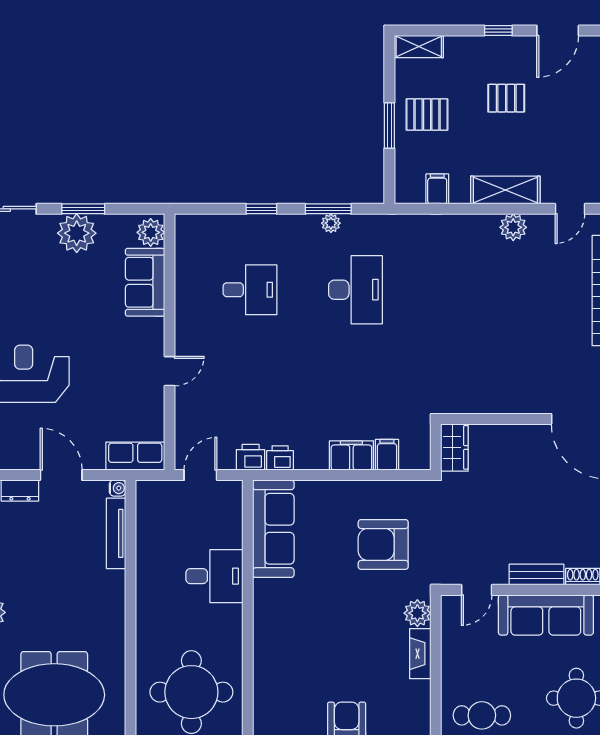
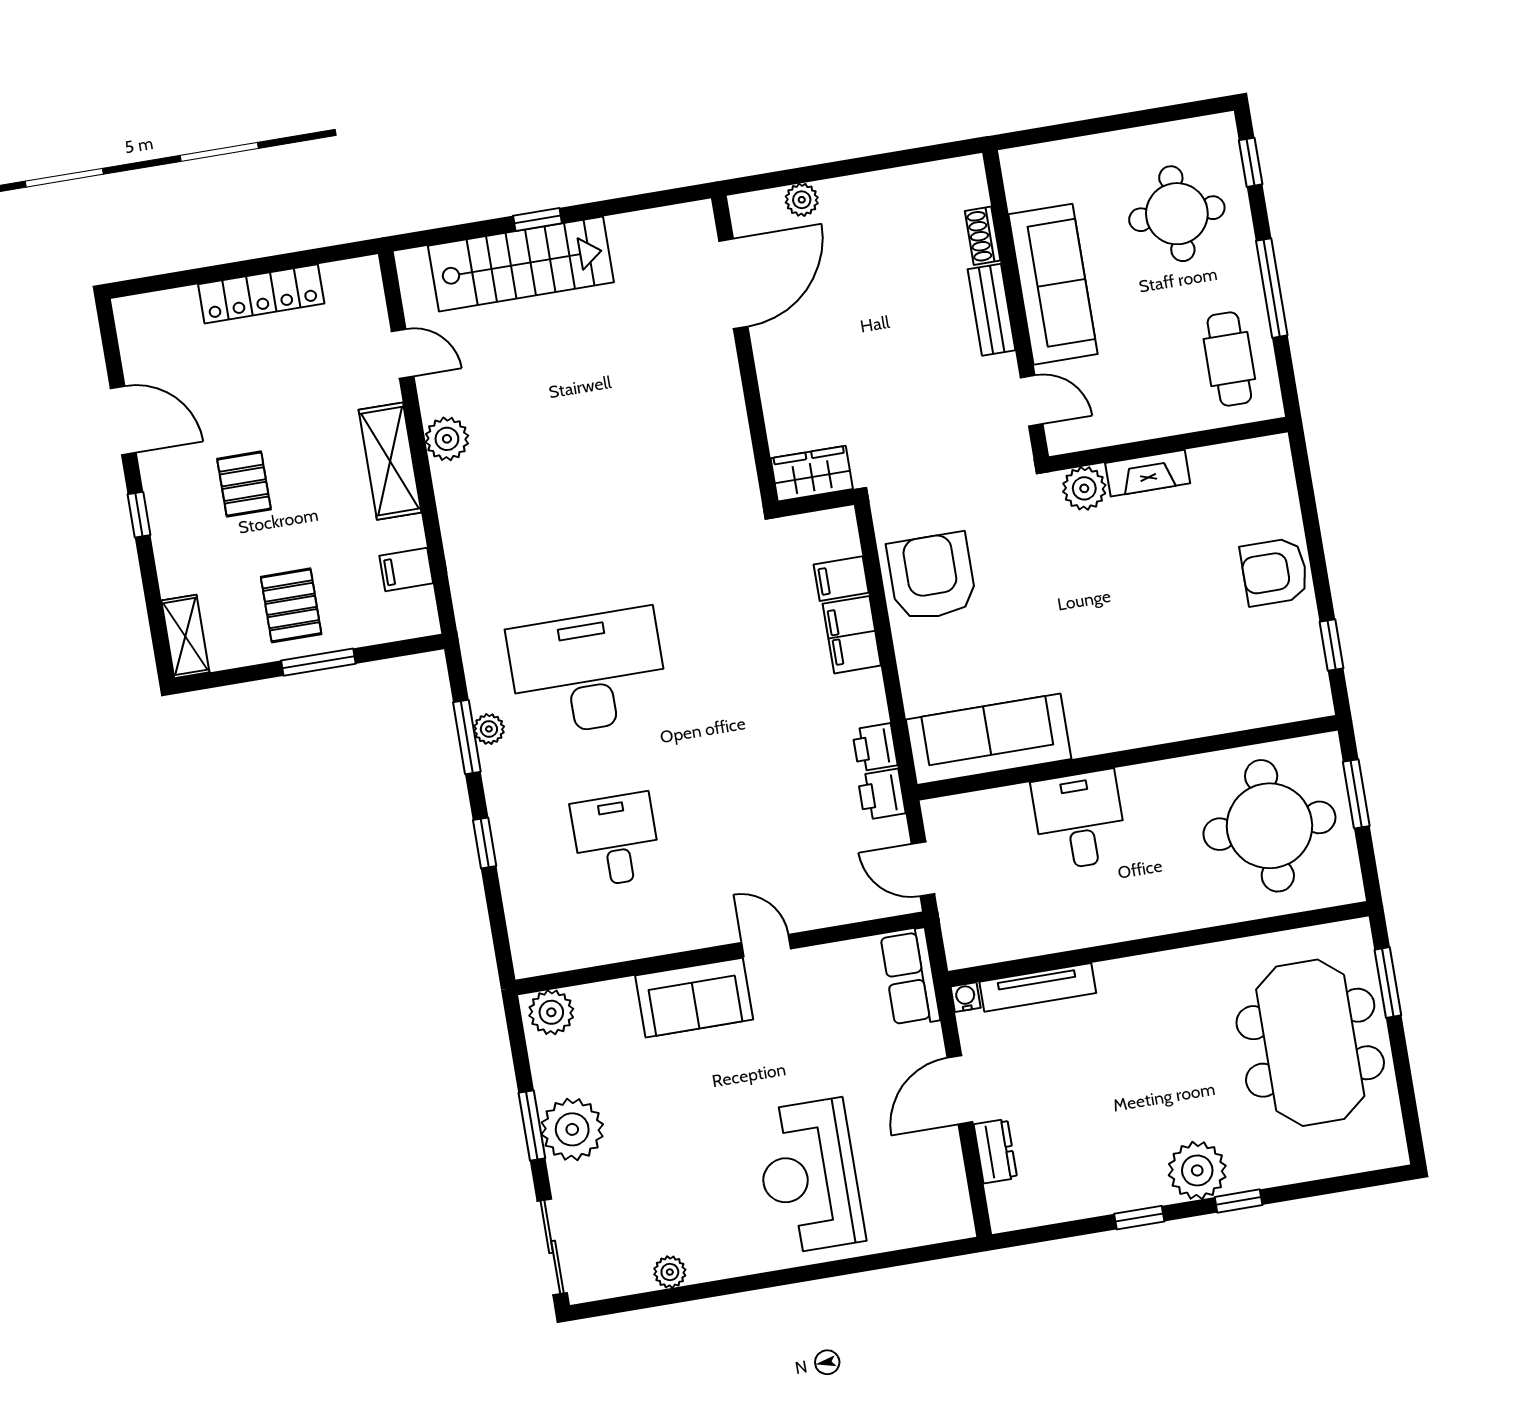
sofa: (145, 282) -> (694, 998), moved
desk: (355, 290) -> (588, 672), width x1.36, depth x1.30
armchair: (383, 544) -> (932, 577), moved, turned 180

